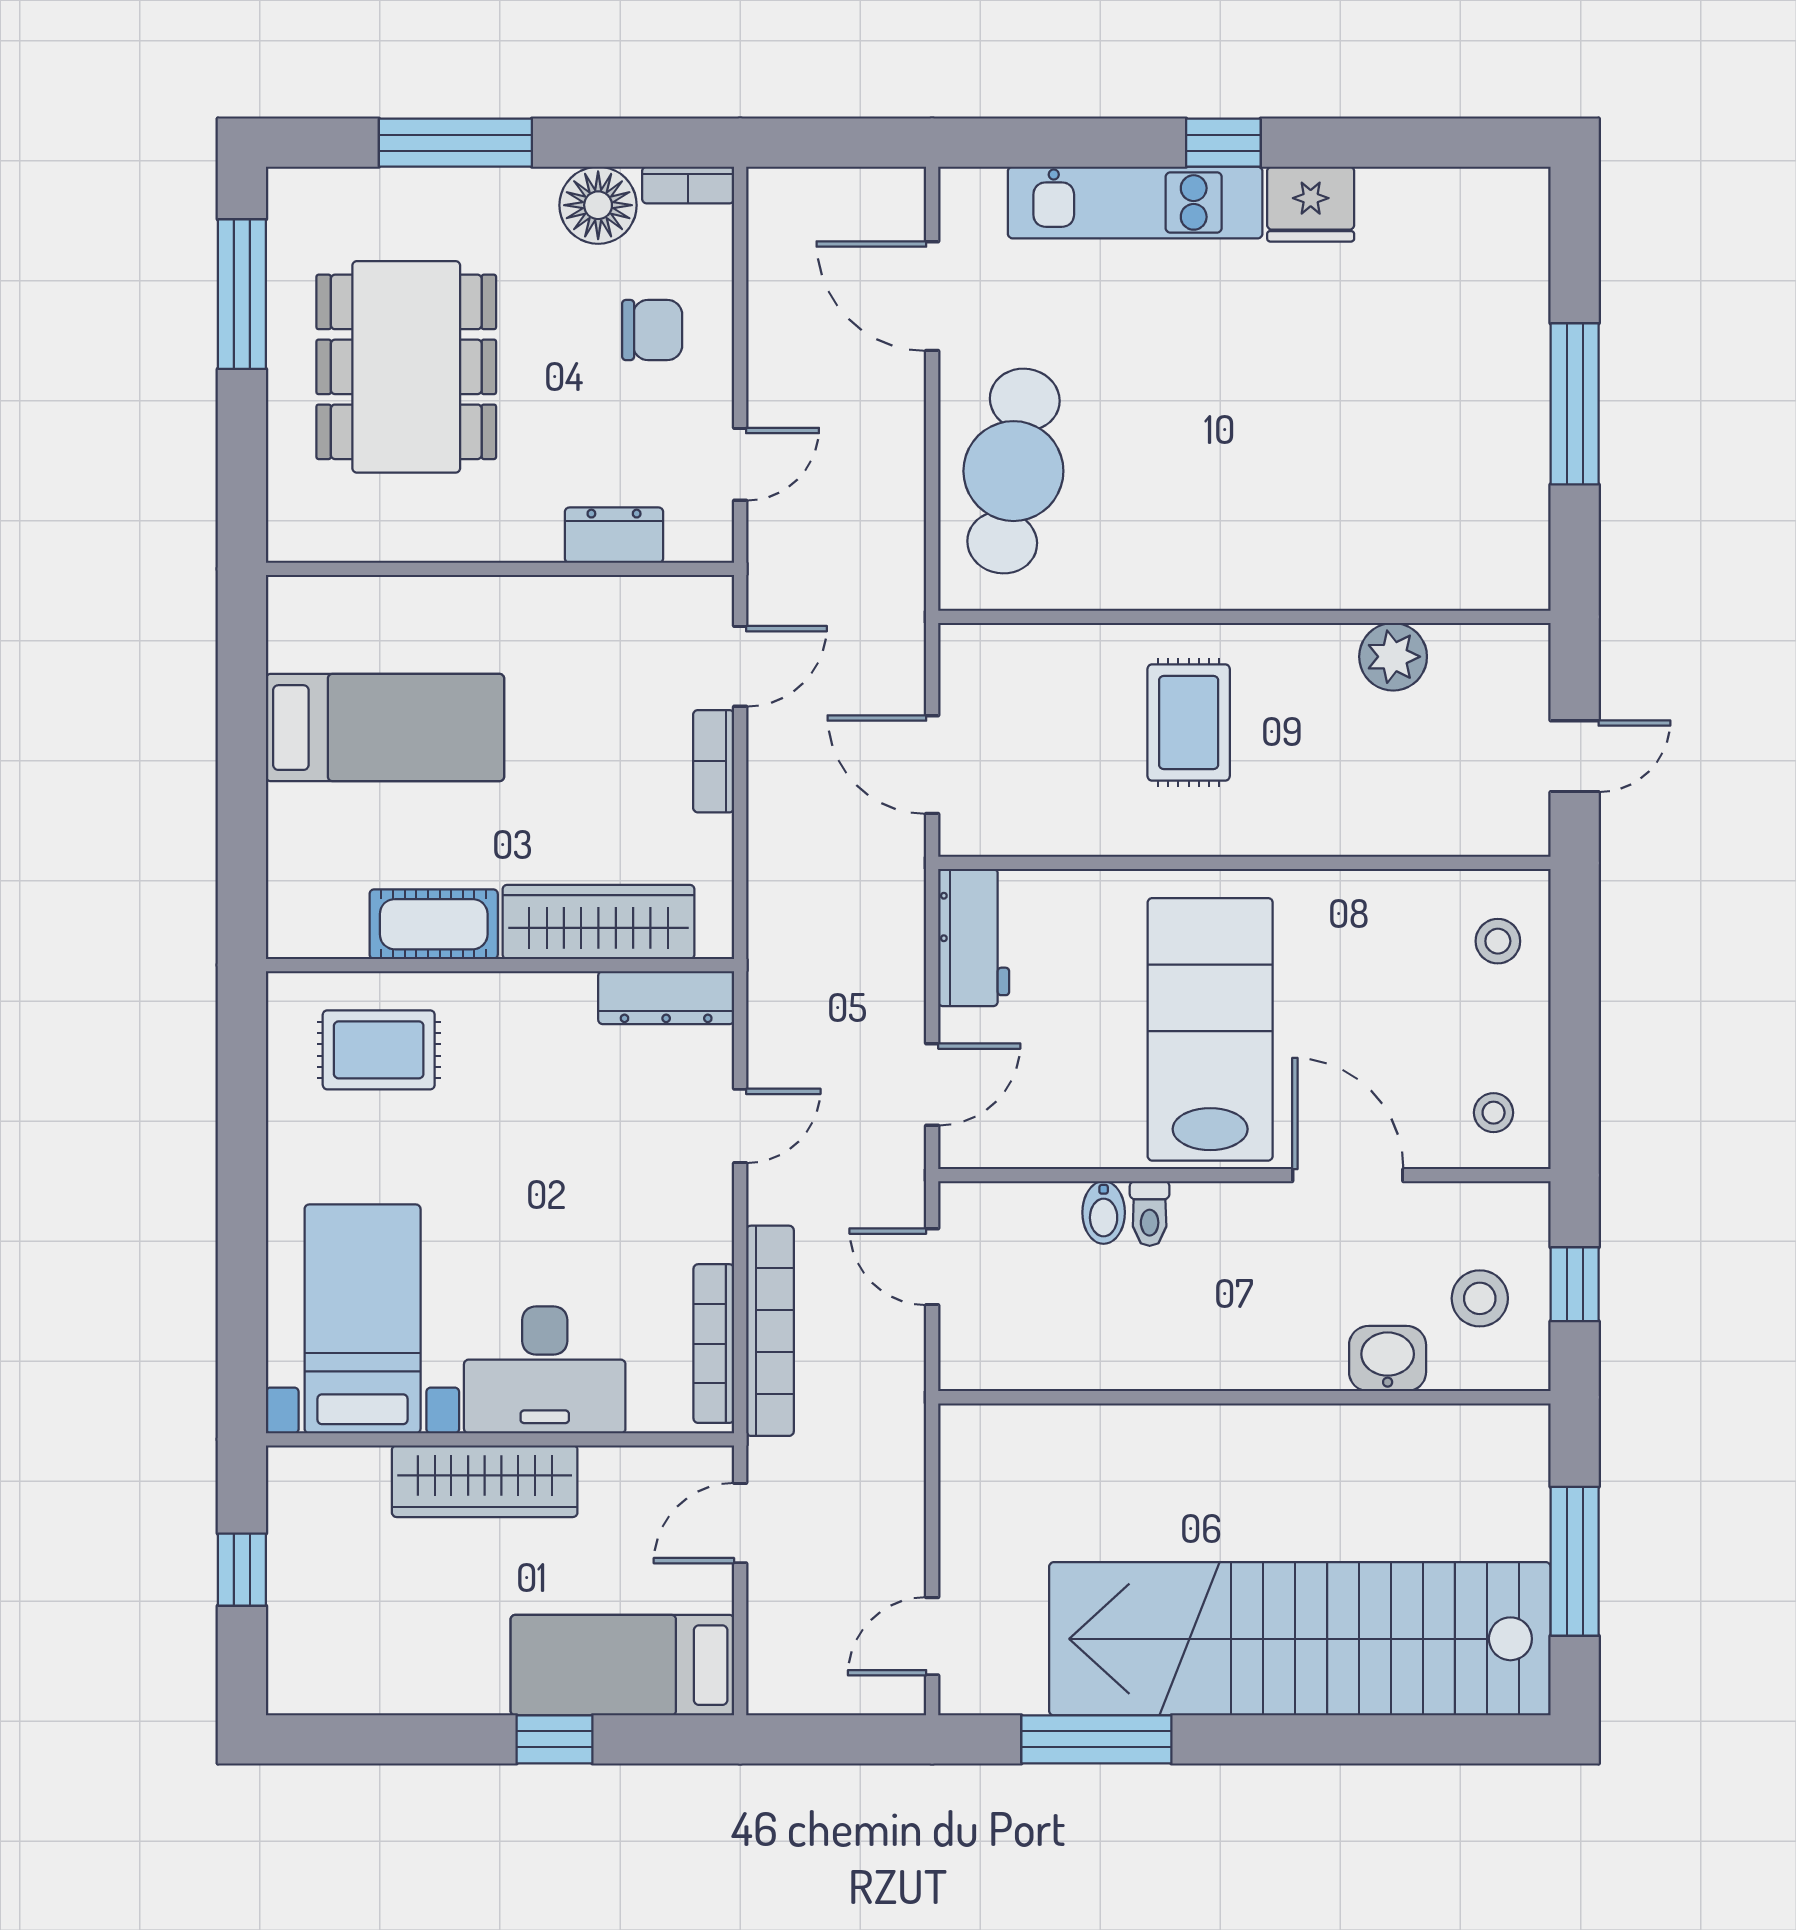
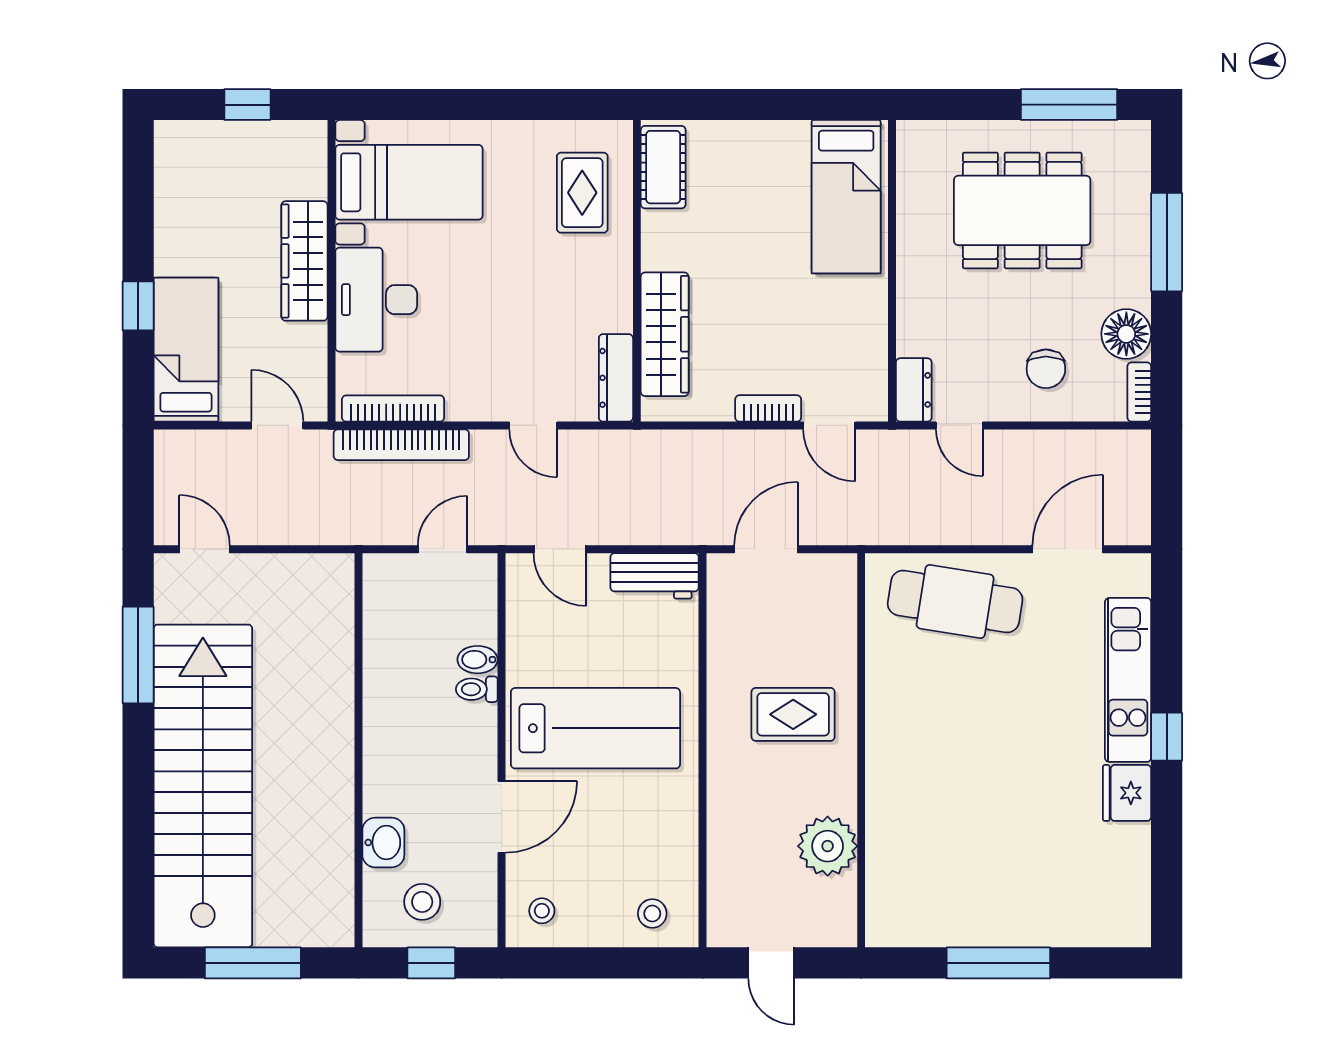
dresser: (614, 535) -> (914, 390), moved
plant: (1393, 657) -> (828, 846), width x1.36, depth x1.36
bed: (385, 728) -> (846, 197), moved
cot: (434, 924) -> (663, 167), moved

